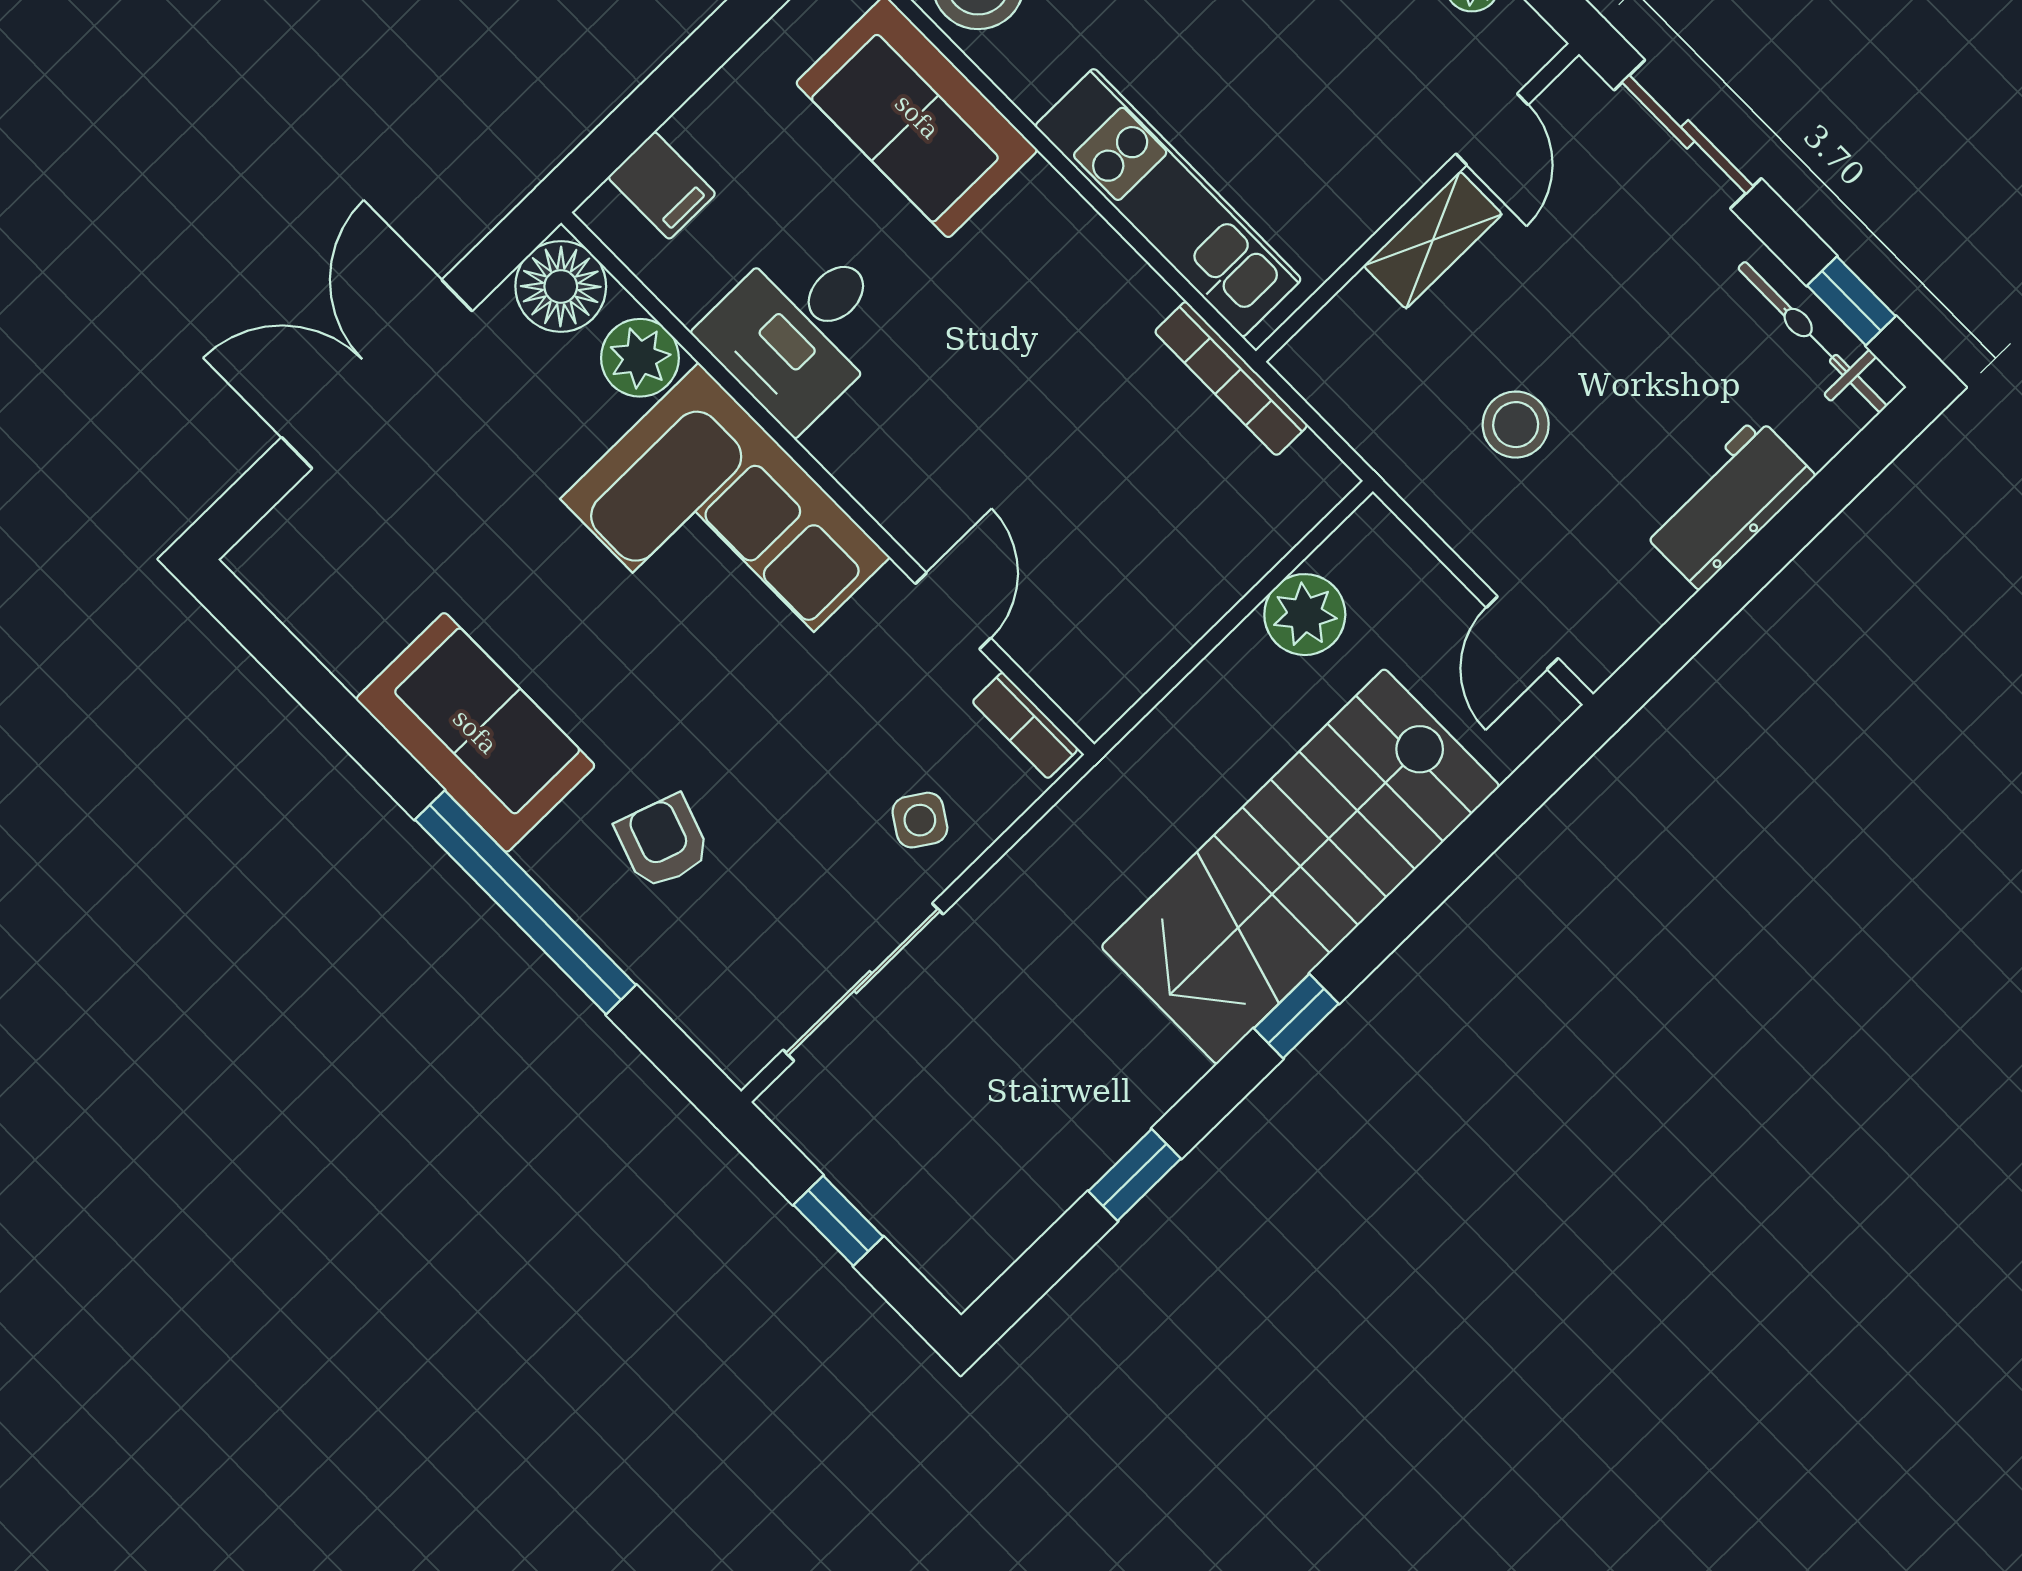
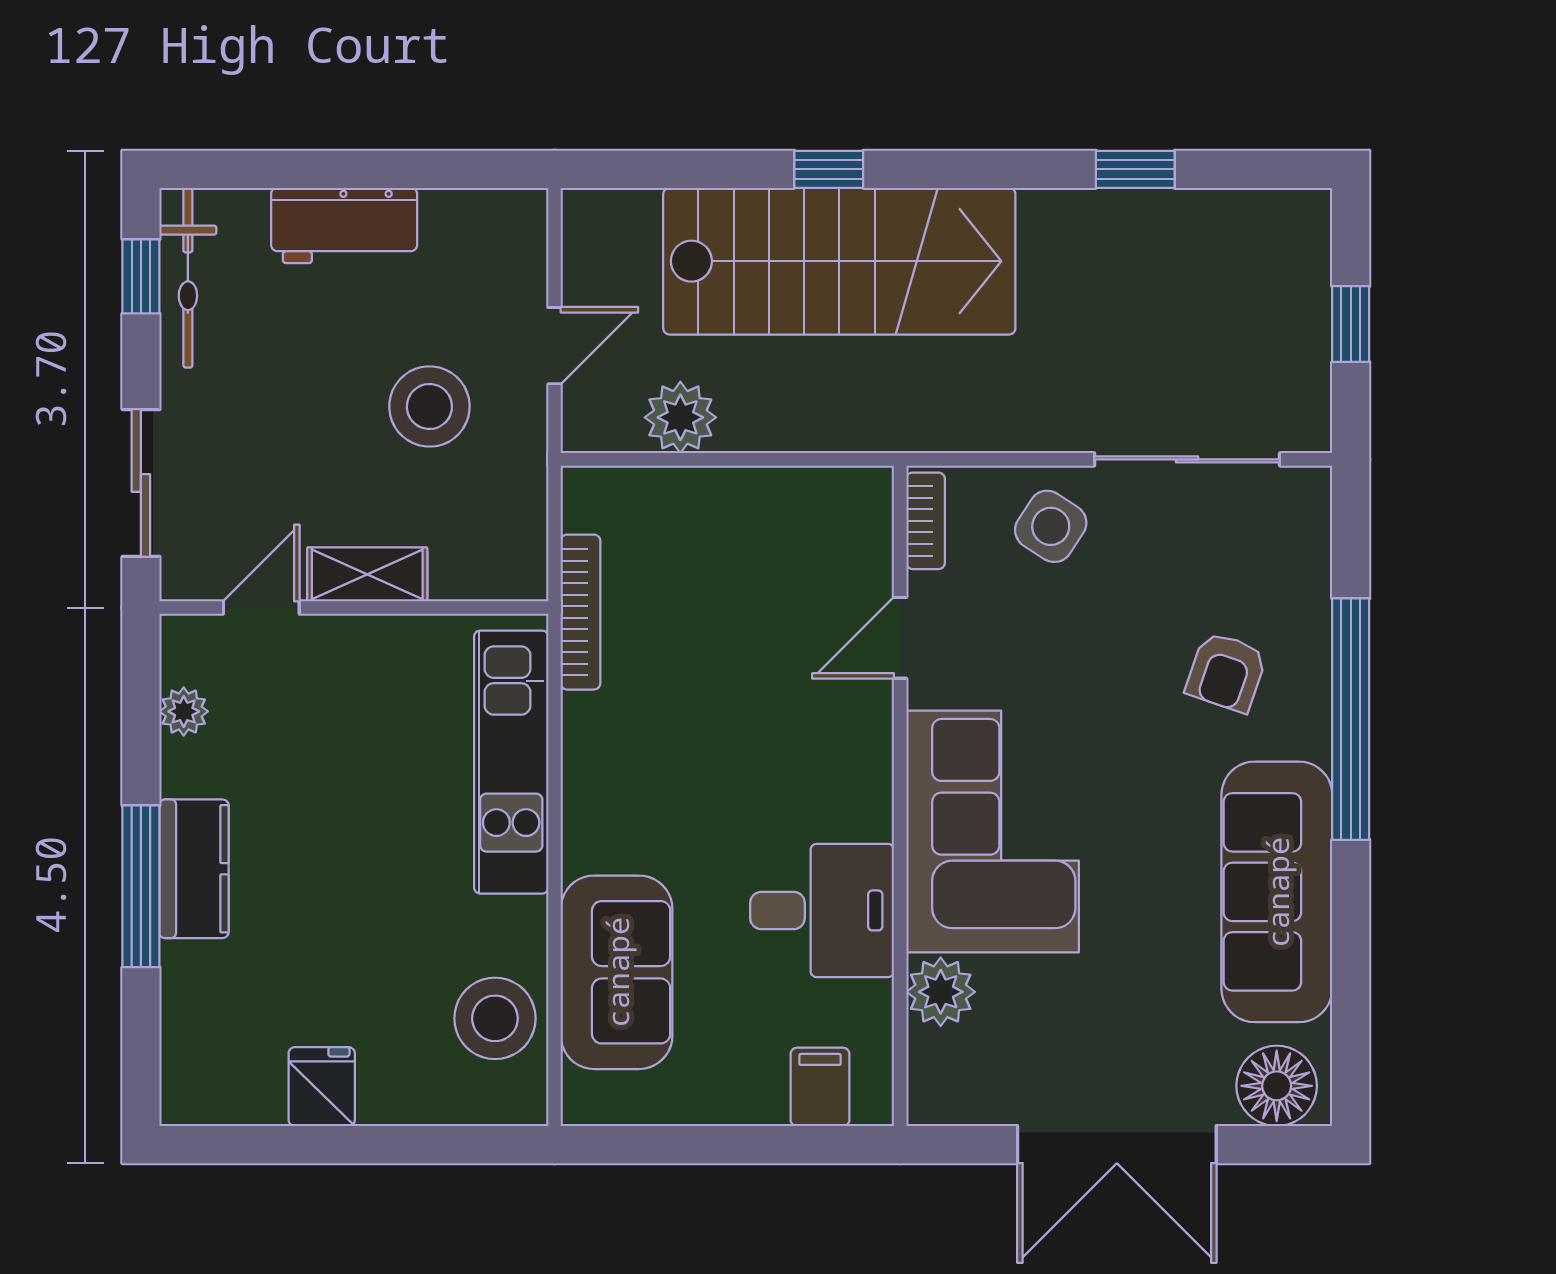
floor lamp: (561, 286) -> (1277, 1086), moved
stool: (1516, 425) -> (429, 406), width x1.38, depth x1.38
door: (1522, 633) -> (554, 346), moved
sofa: (475, 732) -> (1277, 892), width x1.36
side table: (920, 820) -> (1051, 526), width x1.37, depth x1.37
window: (1296, 1016) -> (829, 169), moved

